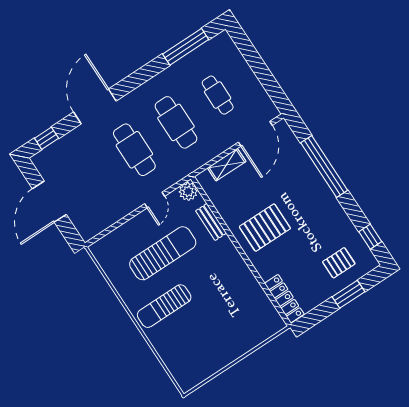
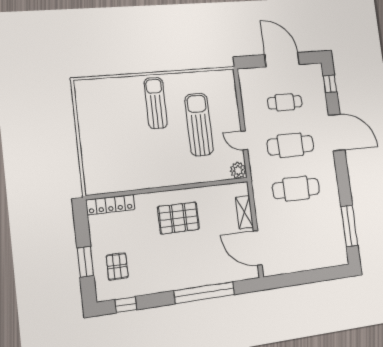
cafe table: (218, 95) -> (285, 102), moved
bench: (211, 222) -> (205, 176), removed
pallet: (265, 228) -> (178, 218), turned 90
sun lounger: (163, 253) -> (199, 125), turned 180

